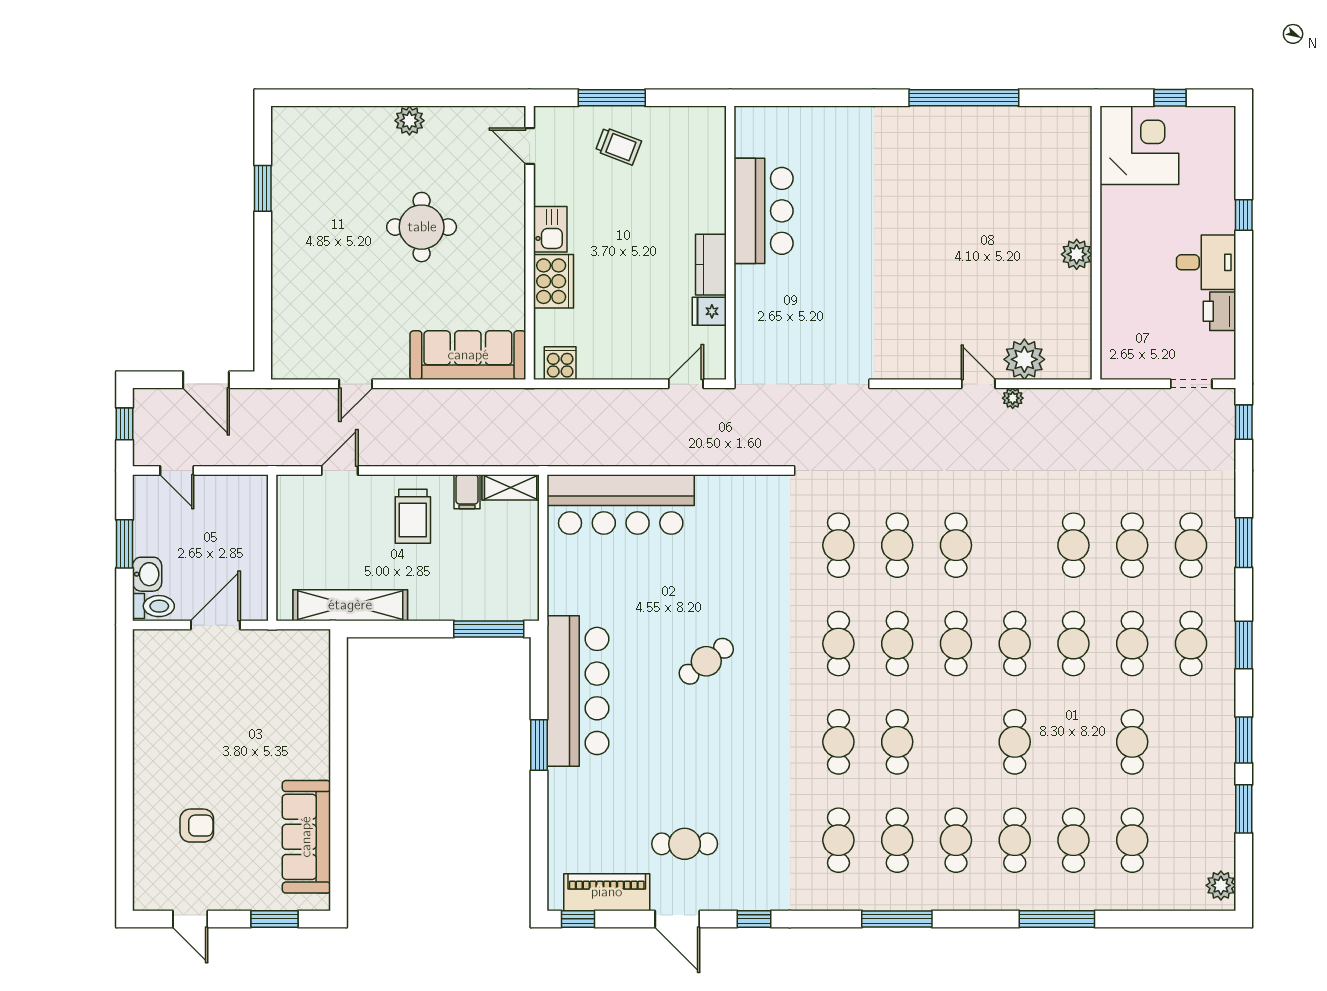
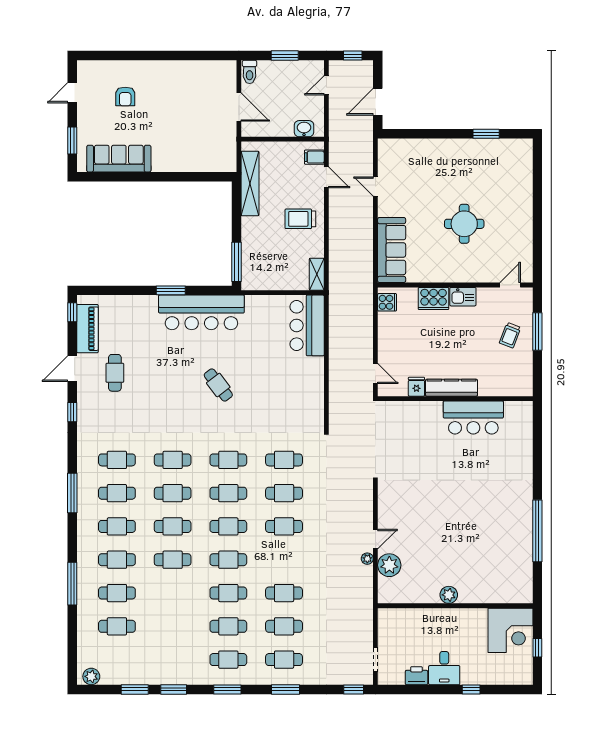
plant: (409, 121) -> (524, 217), removed
kitchen counter: (711, 265) -> (452, 388), width x1.50
filing cabinet: (467, 492) -> (314, 157), moved
bar counter: (621, 504) -> (307, 325), width x0.73
washbasin: (147, 574) -> (304, 129), moved, turned 180
cafe table: (1132, 742) -> (173, 526), moved

